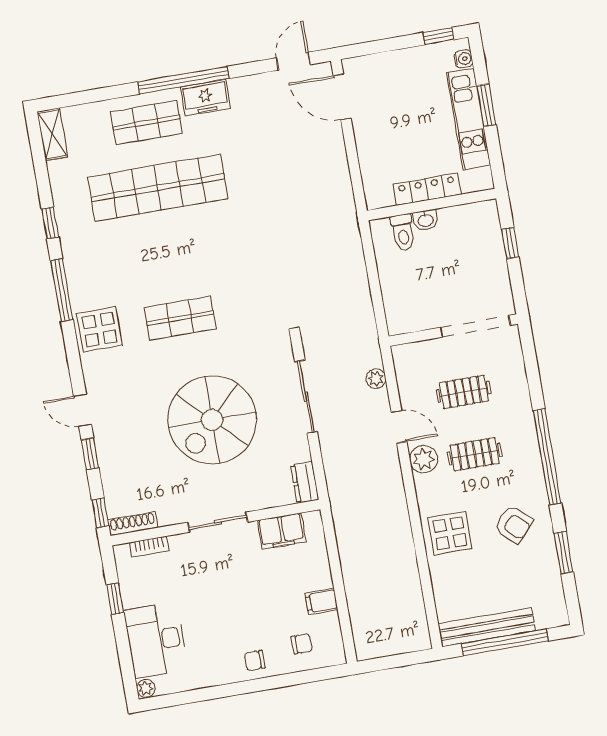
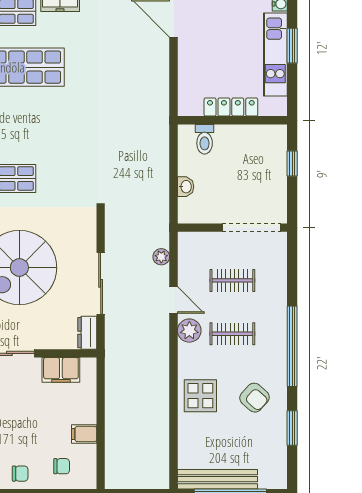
washbasin: (426, 220) -> (186, 187), moved, turned -90
sliding door: (306, 397) -> (101, 283), moved
chair: (255, 661) -> (20, 474), turned 180

